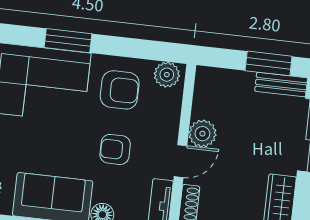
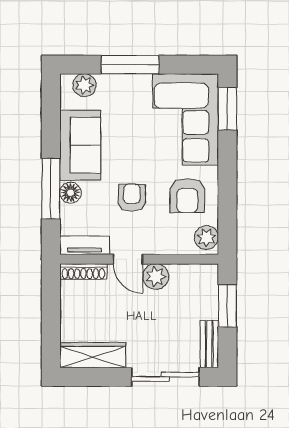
window: (68, 41) -> (227, 109), moved
window: (269, 63) -> (227, 306), moved

